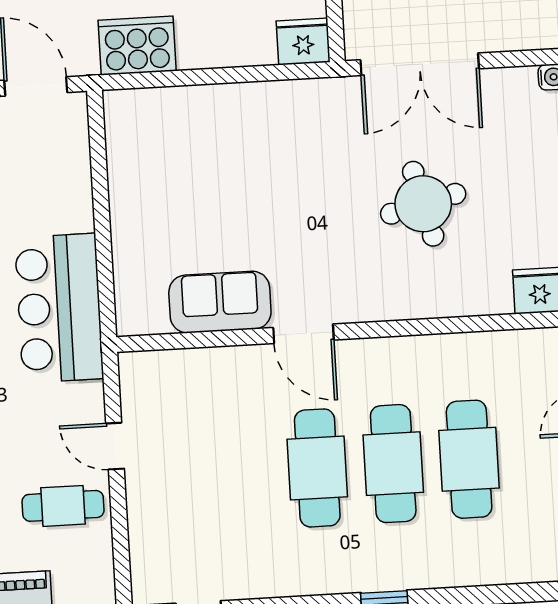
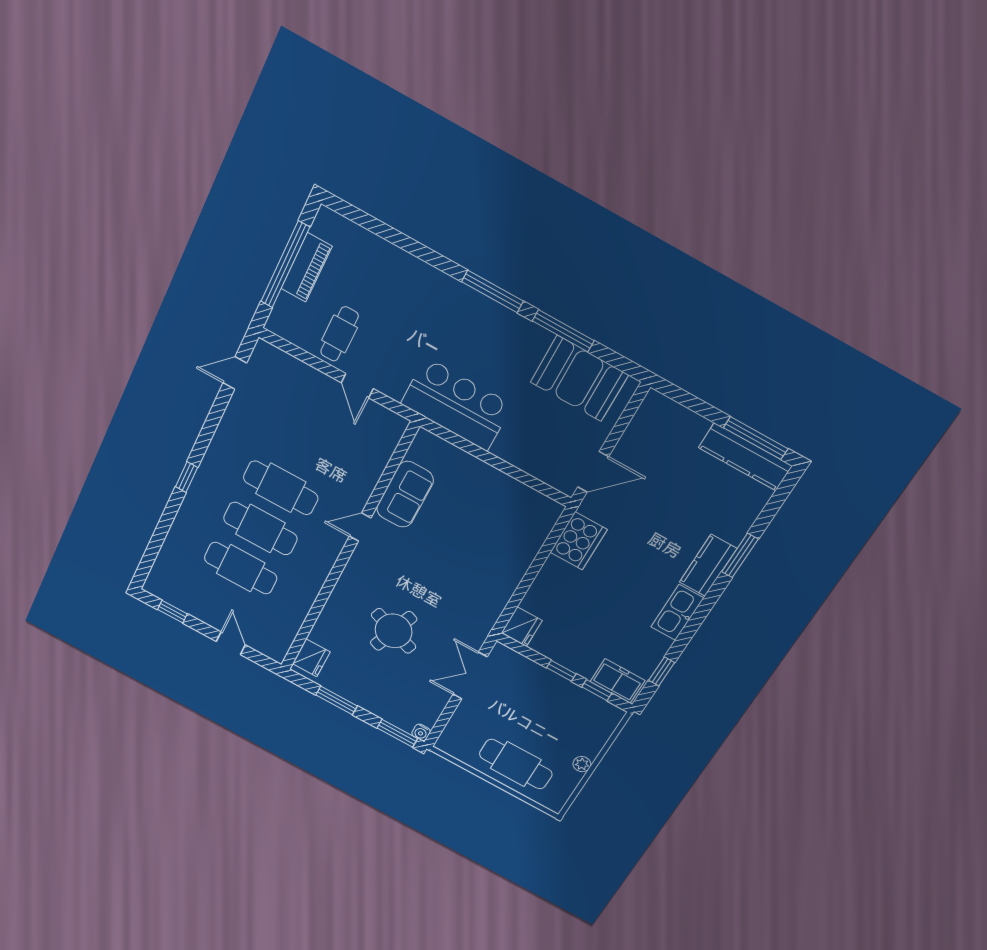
double door: (420, 64) -> (470, 675), width x0.73
round table: (423, 204) -> (394, 631), turned 34
door: (303, 334) -> (360, 527), width x0.73
door: (115, 446) -> (357, 386), swing flipped

